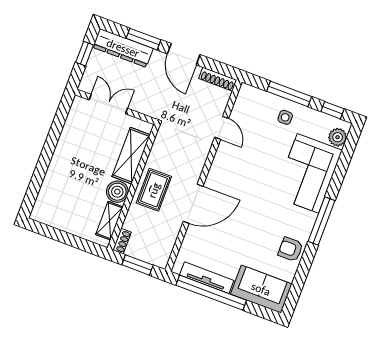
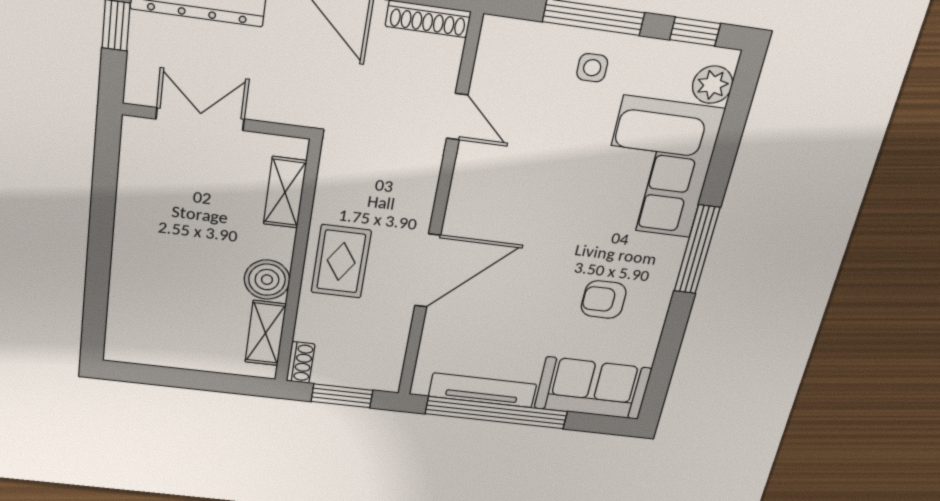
shelving: (131, 156) -> (285, 192), width x0.67, depth x0.75
armchair: (290, 249) -> (604, 300), moved

